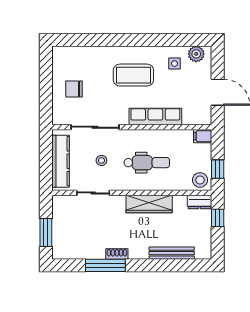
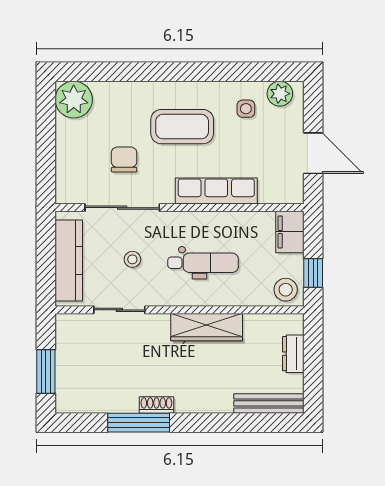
plant: (64, 58) -> (74, 100), added
chair: (74, 89) -> (124, 160), moved, turned 90
filing cabinet: (203, 136) -> (290, 232), width x2.00
dresser: (200, 202) -> (293, 354), moved, turned 90
window: (218, 218) -> (313, 349), removed
bench: (172, 253) -> (269, 403), moved

